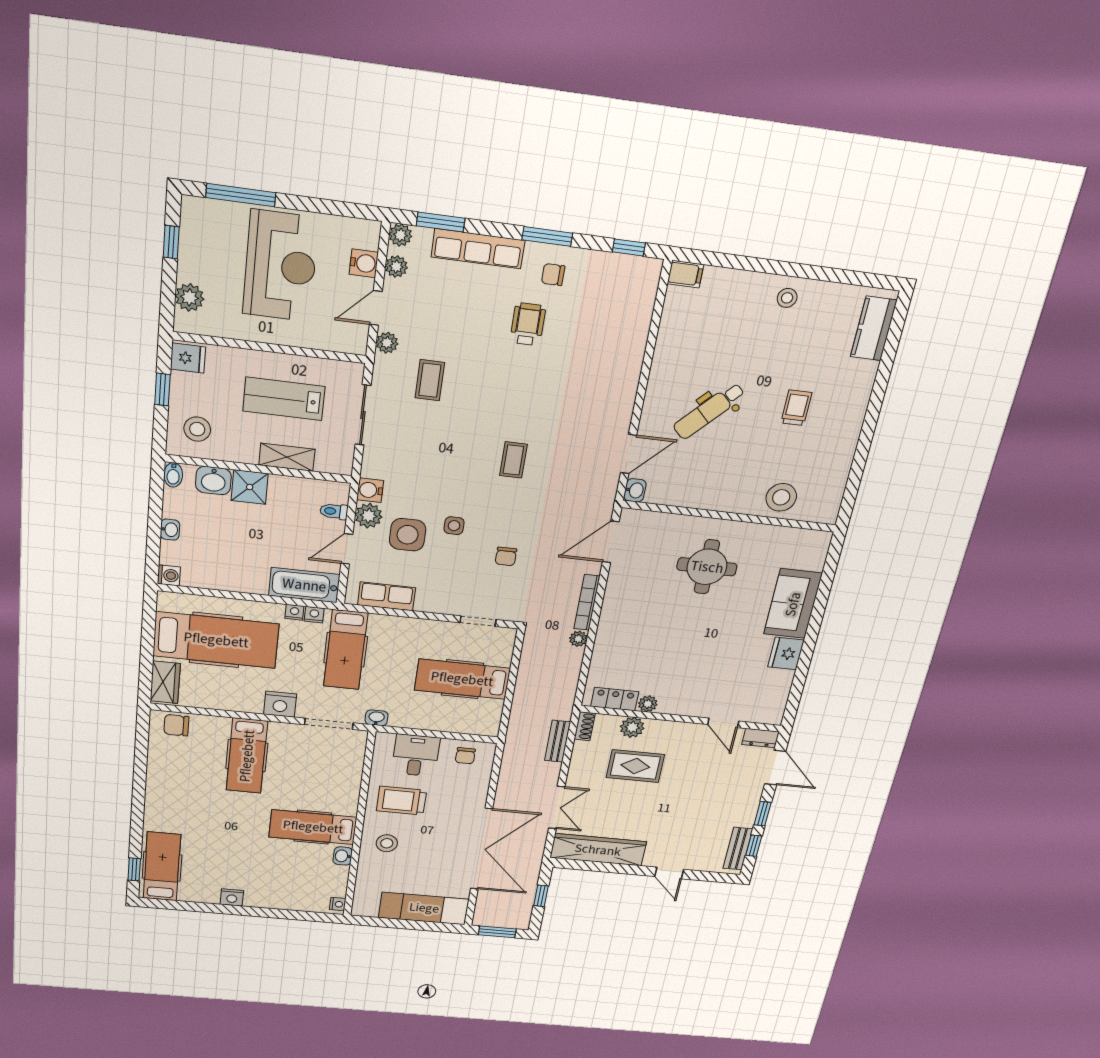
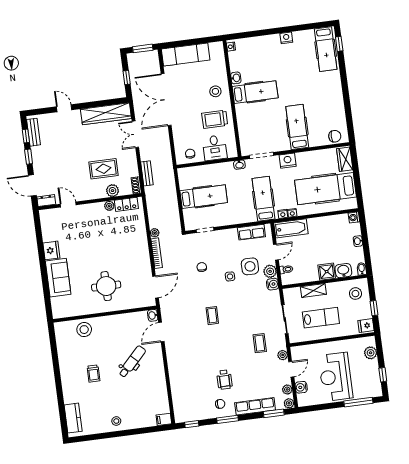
trolley: (401, 801) -> (215, 119), turned 180

